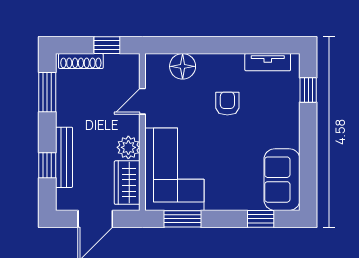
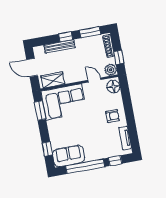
floor lamp: (183, 66) -> (113, 87), moved
armchair: (227, 104) -> (113, 116), moved
plant: (128, 147) -> (111, 70), moved
window: (308, 151) -> (85, 166), added
window: (47, 165) -> (66, 37), moved

